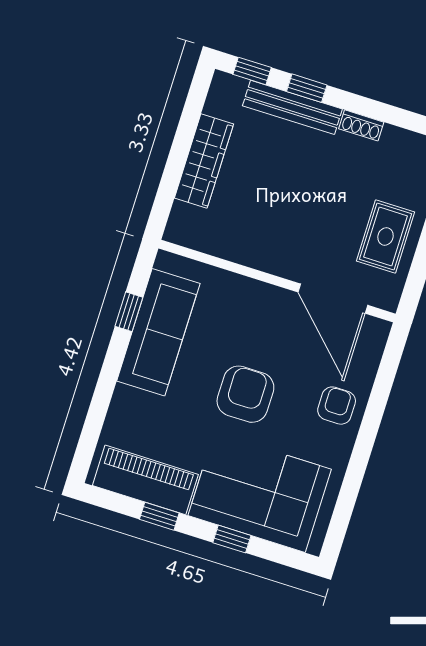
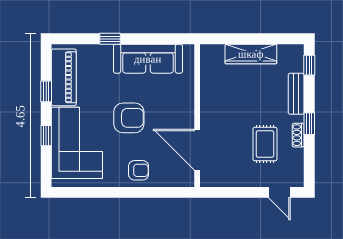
window: (307, 88) -> (309, 124), moved
bench: (292, 107) -> (296, 94), width x0.73
rug: (385, 236) -> (265, 144), moved, turned 90
door: (333, 299) -> (197, 150), hinge flipped
window: (129, 312) -> (110, 39), moved

